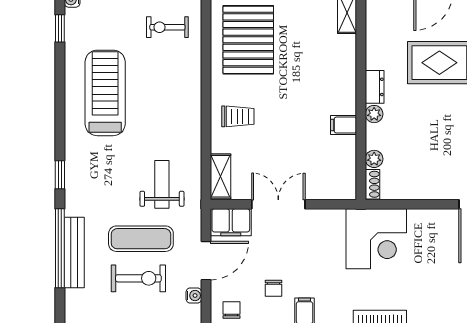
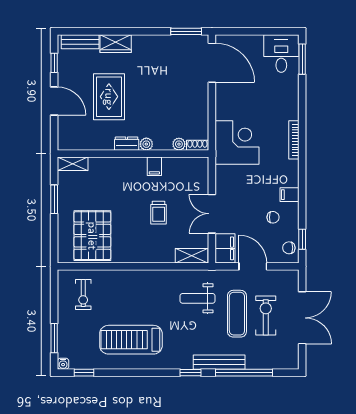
pallet: (248, 40) -> (92, 236), turned 90
trolley: (238, 116) -> (159, 213), moved, turned 180
bench: (74, 253) -> (219, 362), moved
water cooler: (194, 296) -> (278, 275), removed

